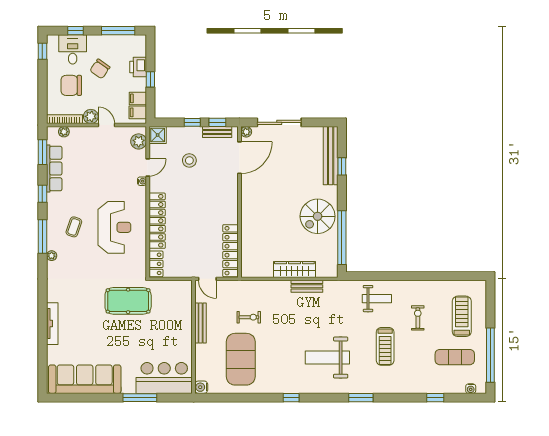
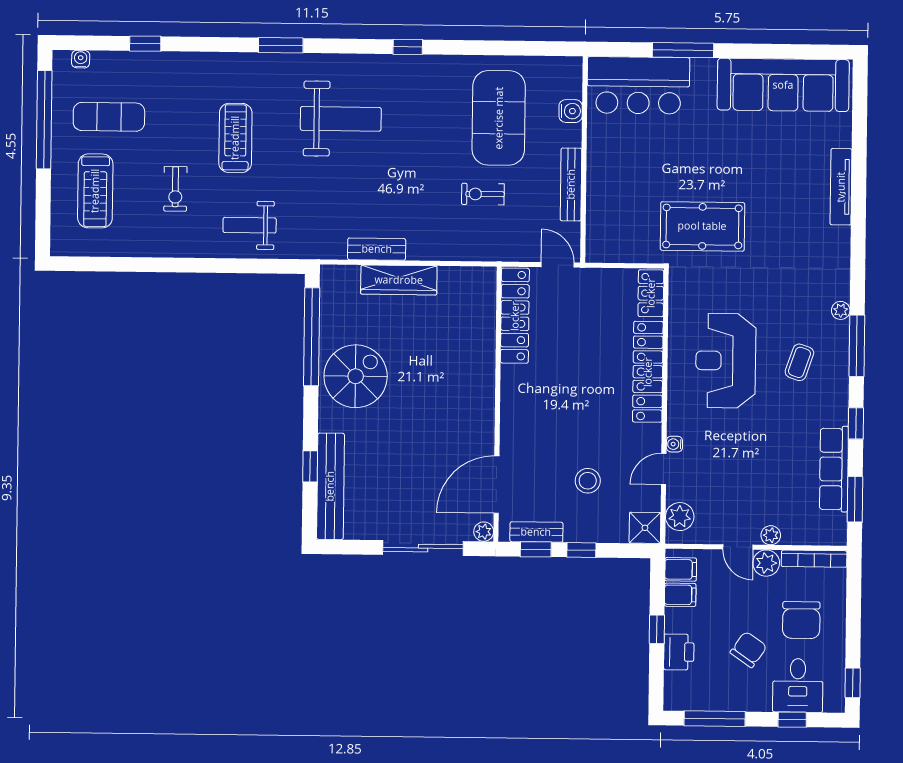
chair: (71, 85) -> (801, 620), turned 90
plant: (64, 132) -> (771, 535), moved
water cooler: (201, 387) -> (571, 111), moved

